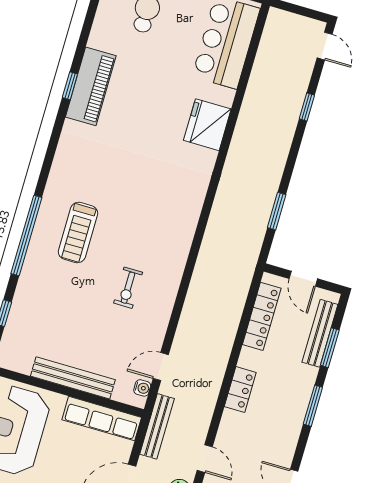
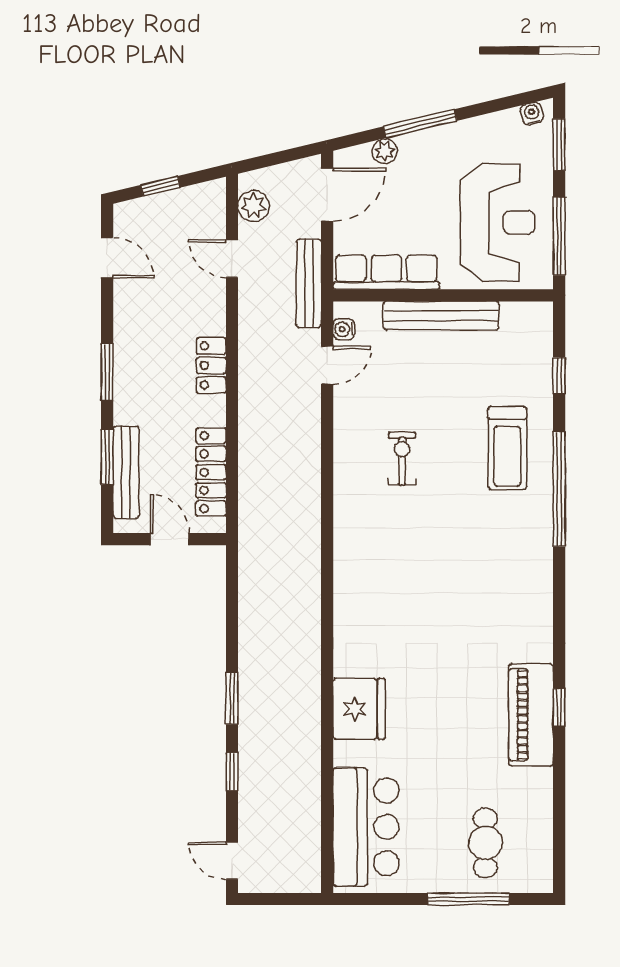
window: (277, 211) -> (232, 698), moved
treadmill: (78, 233) -> (507, 448), moved, turned 180

